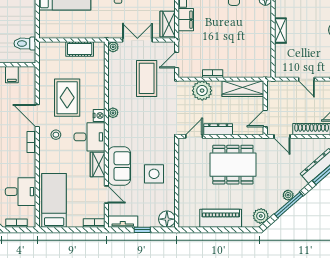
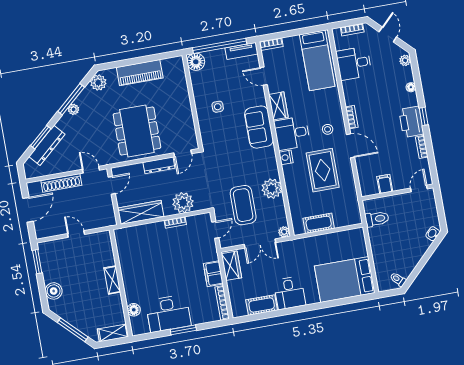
plant: (113, 113) -> (272, 189), moved, width x1.87, depth x1.87
dining table: (233, 165) -> (137, 131), turned 90
sofa: (119, 166) -> (259, 127), moved
side table: (154, 174) -> (218, 107), width x0.54, depth x0.54
window: (142, 230) -> (220, 46), width x3.17

